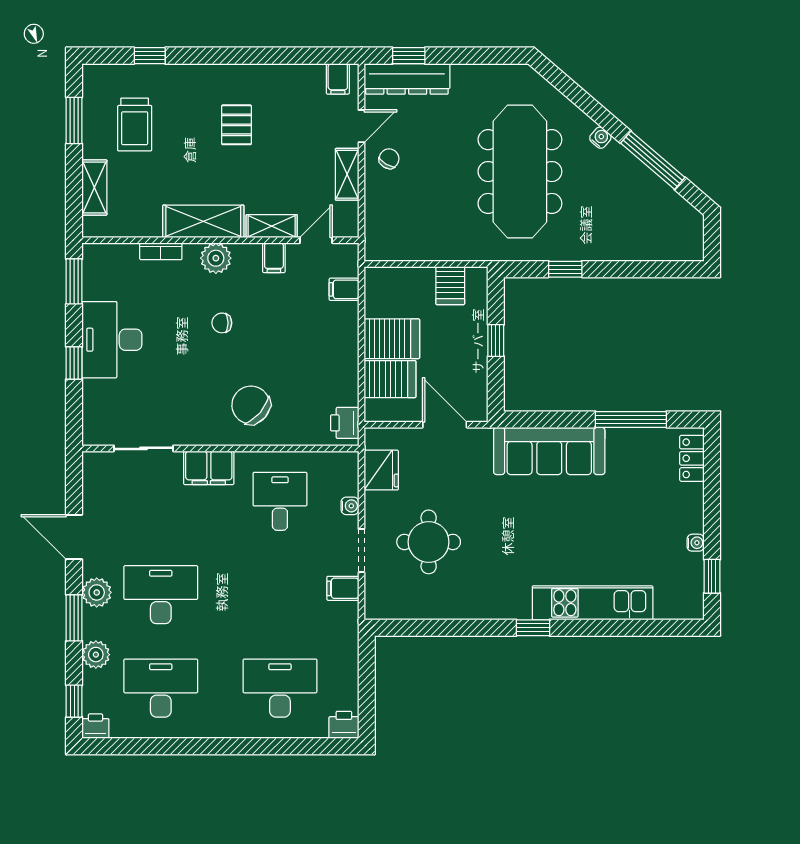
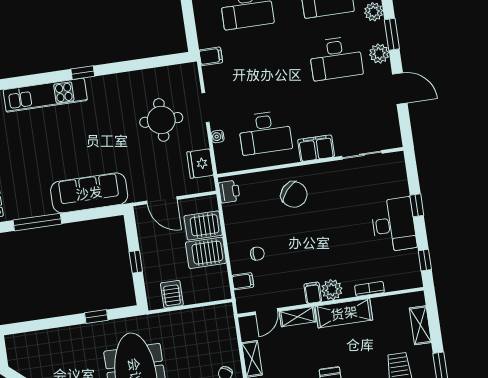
filing cabinet: (274, 258) -> (313, 293), moved
window: (74, 281) -> (425, 260), width x0.67
chair: (222, 323) -> (257, 254), moved
desk: (280, 501) -> (265, 133), width x1.37
filing cabinet: (343, 588) -> (211, 56), moved

